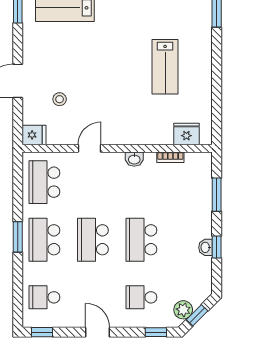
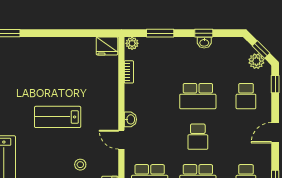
lab bench: (165, 67) -> (58, 117), moved, turned 180
fridge: (186, 134) -> (107, 46), moved, turned -90
washbasin: (134, 159) -> (130, 119), moved
plant: (205, 161) -> (132, 43), added
school desk: (93, 240) -> (198, 137), width x0.54

